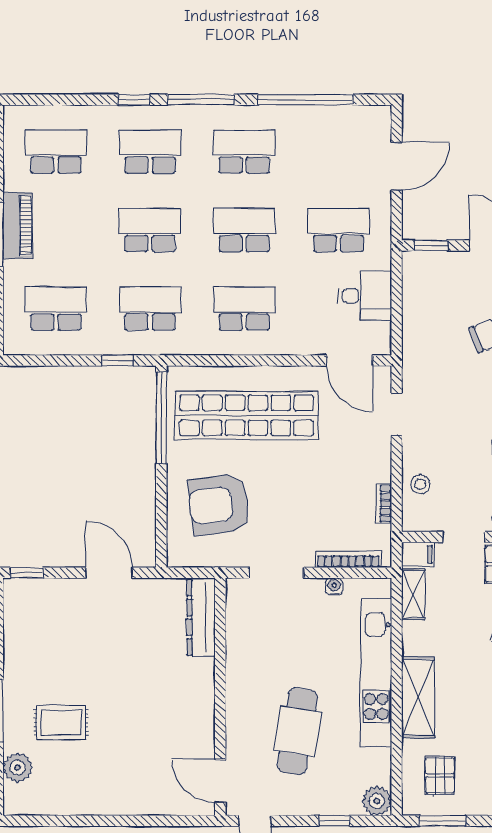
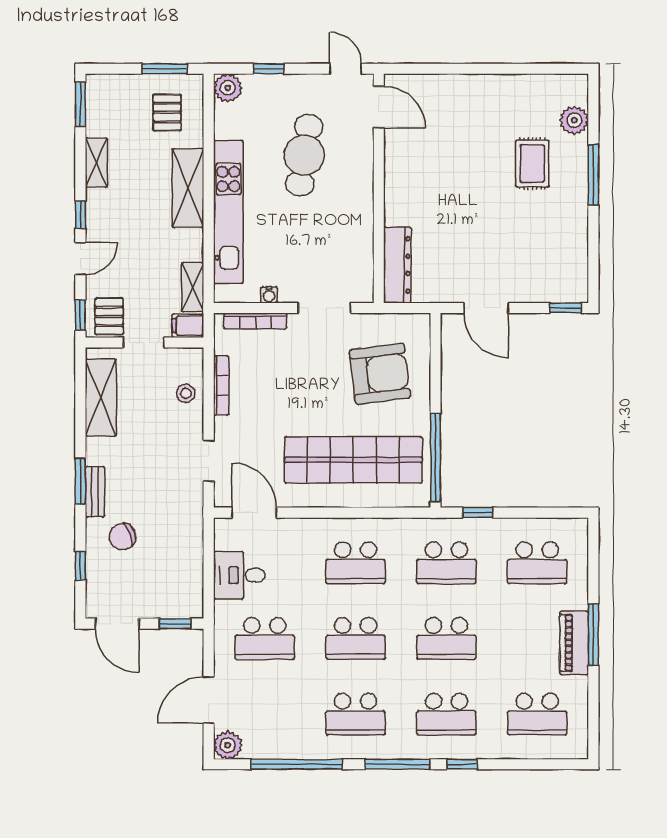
plant: (377, 119) -> (228, 745), added
bookcase: (384, 504) -> (221, 385), width x1.56
rug: (61, 723) -> (532, 164), turned 90

